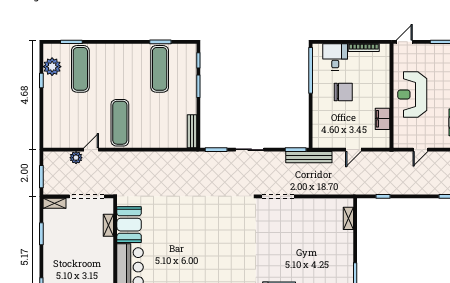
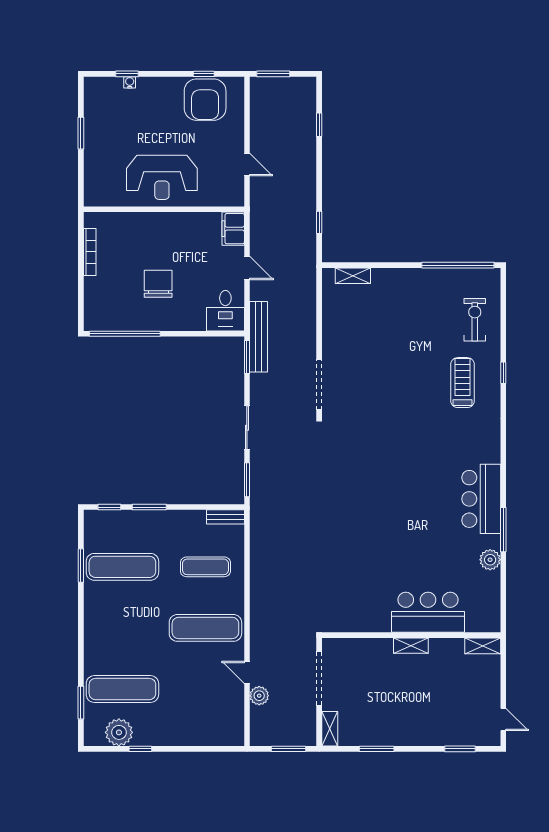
door: (404, 42) -> (81, 190), removed
desk: (335, 57) -> (225, 311), moved, turned -90
filing cabinet: (383, 119) -> (233, 229), moved, turned 90
exercise mat: (160, 123) -> (205, 567), added
bench: (192, 131) -> (225, 517), width x0.73
shelving: (108, 225) -> (411, 646), moved
booth: (129, 225) -> (362, 614), removed

